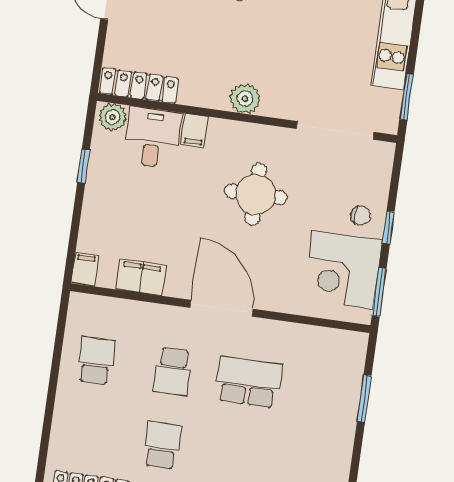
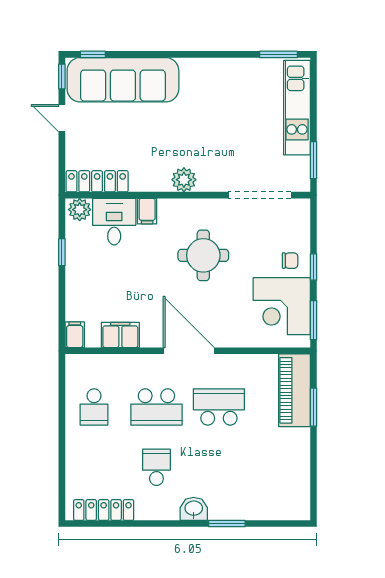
school desk: (96, 361) -> (94, 407), turned 180
school desk: (172, 371) -> (156, 407), width x1.85
piano: (344, 375) -> (294, 390), added

